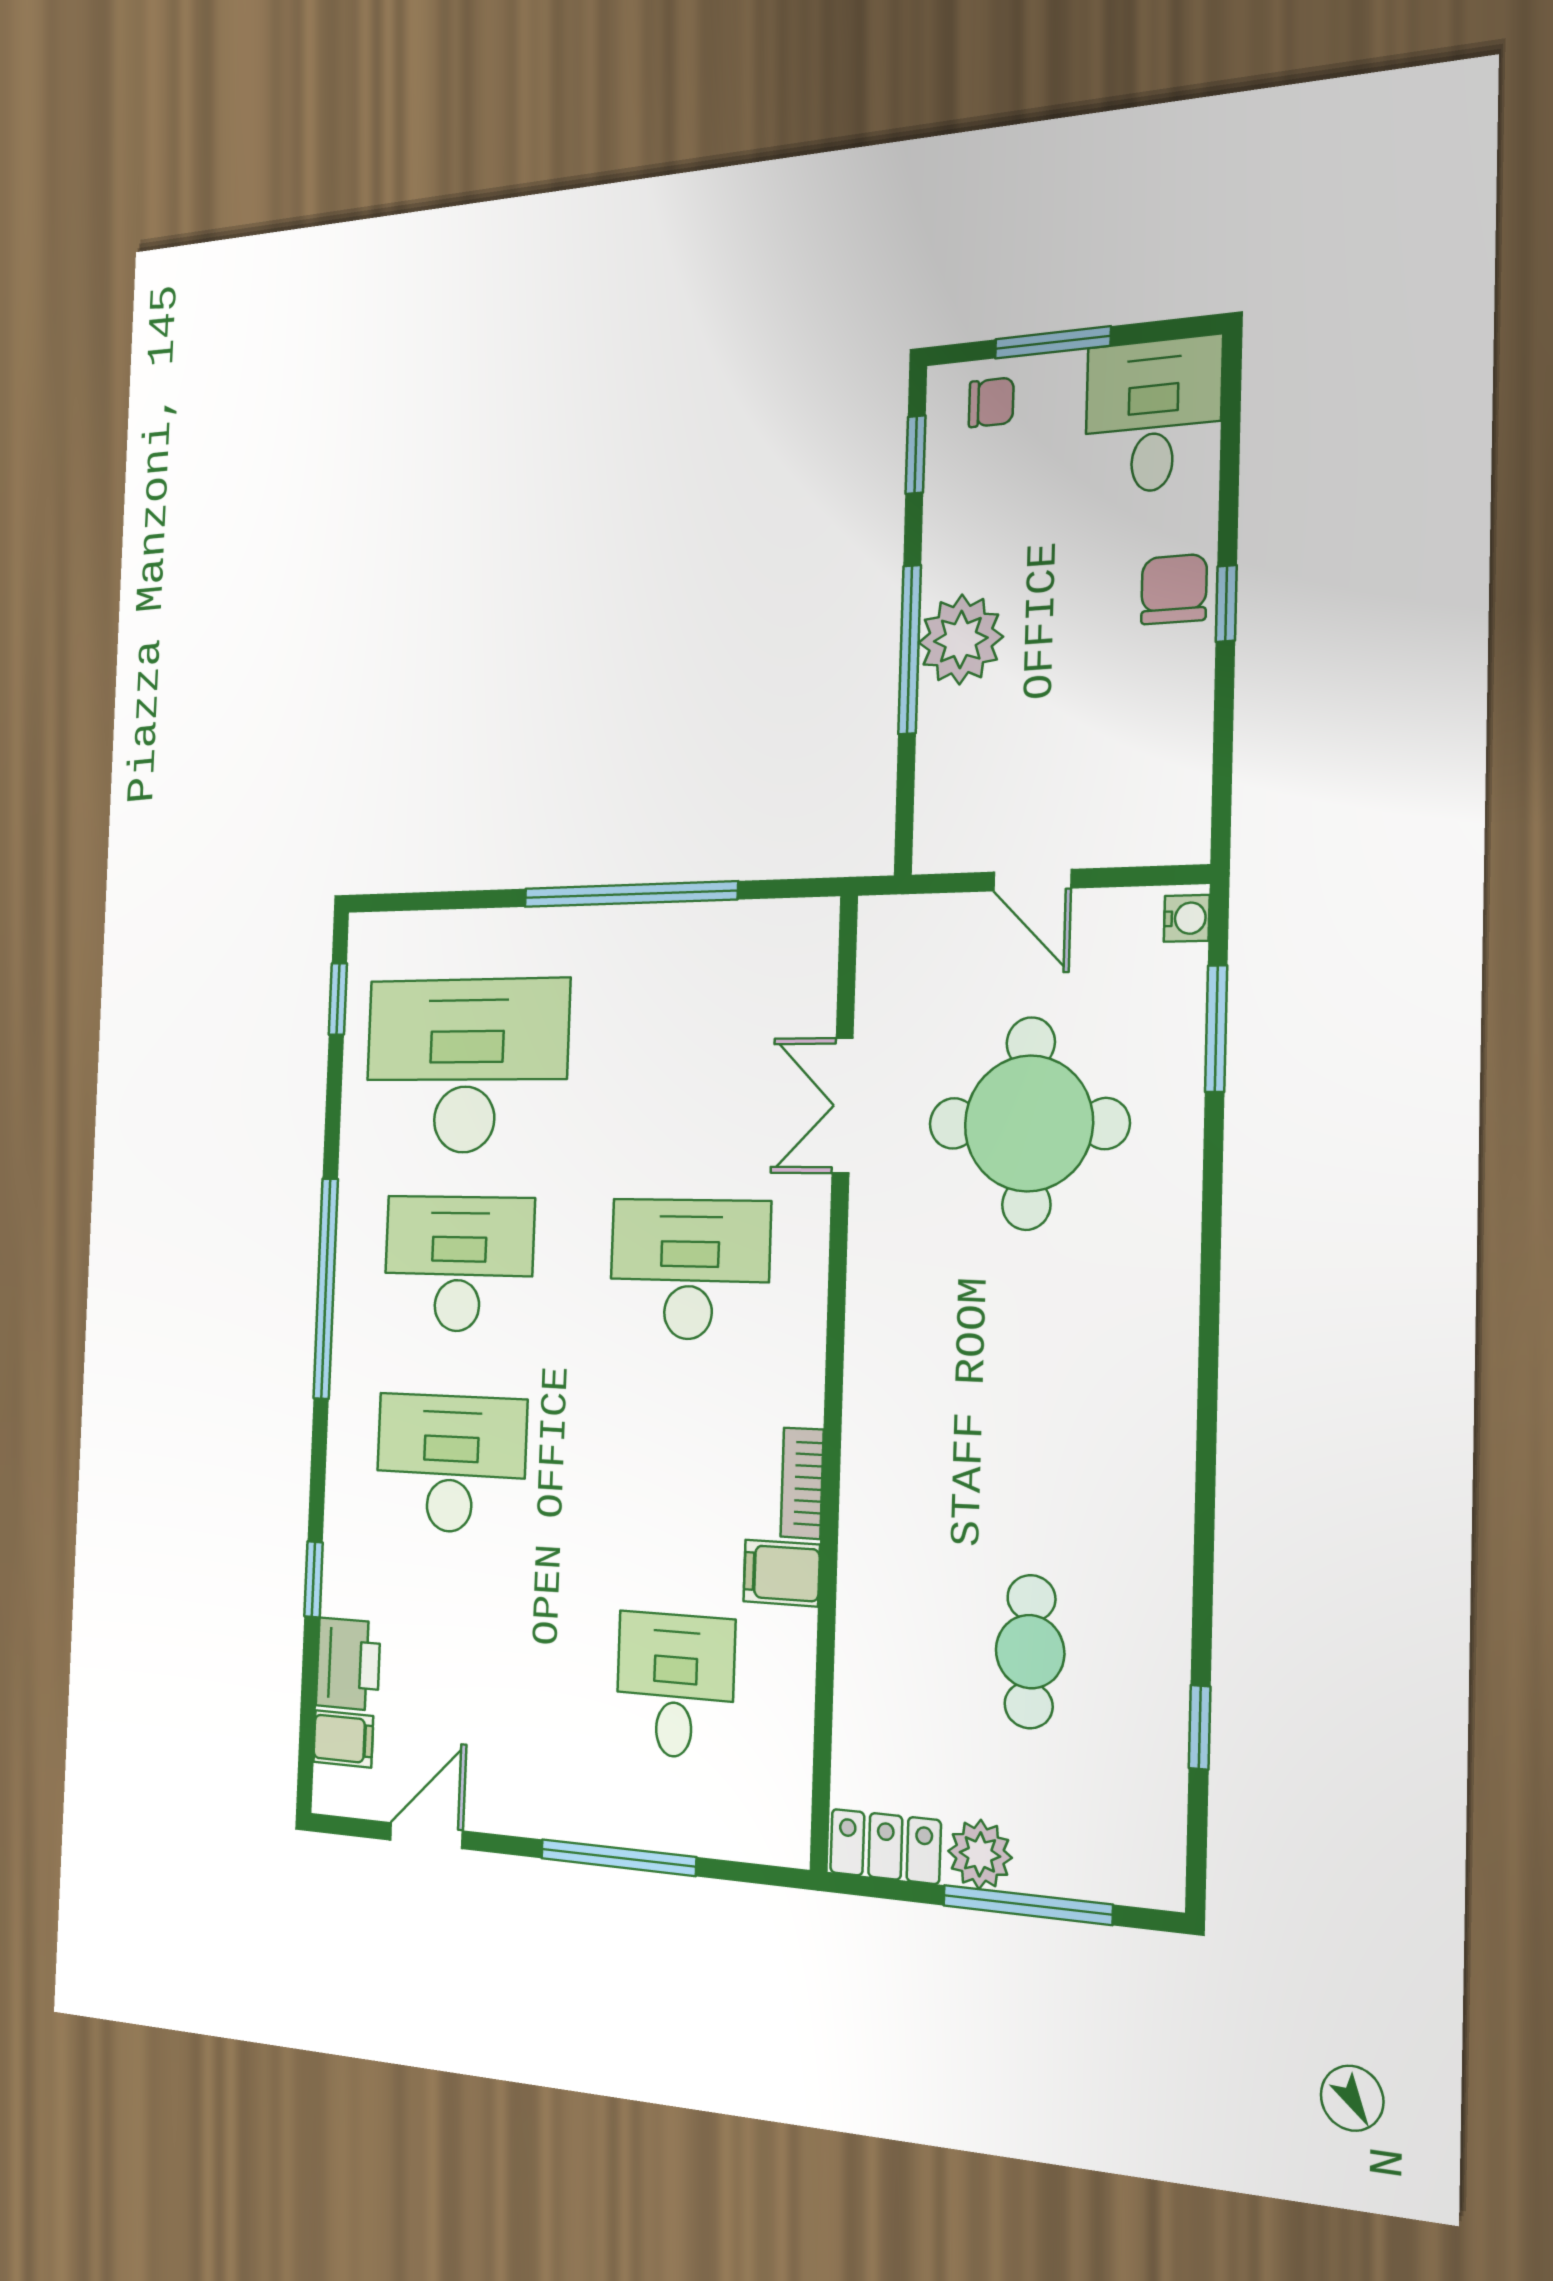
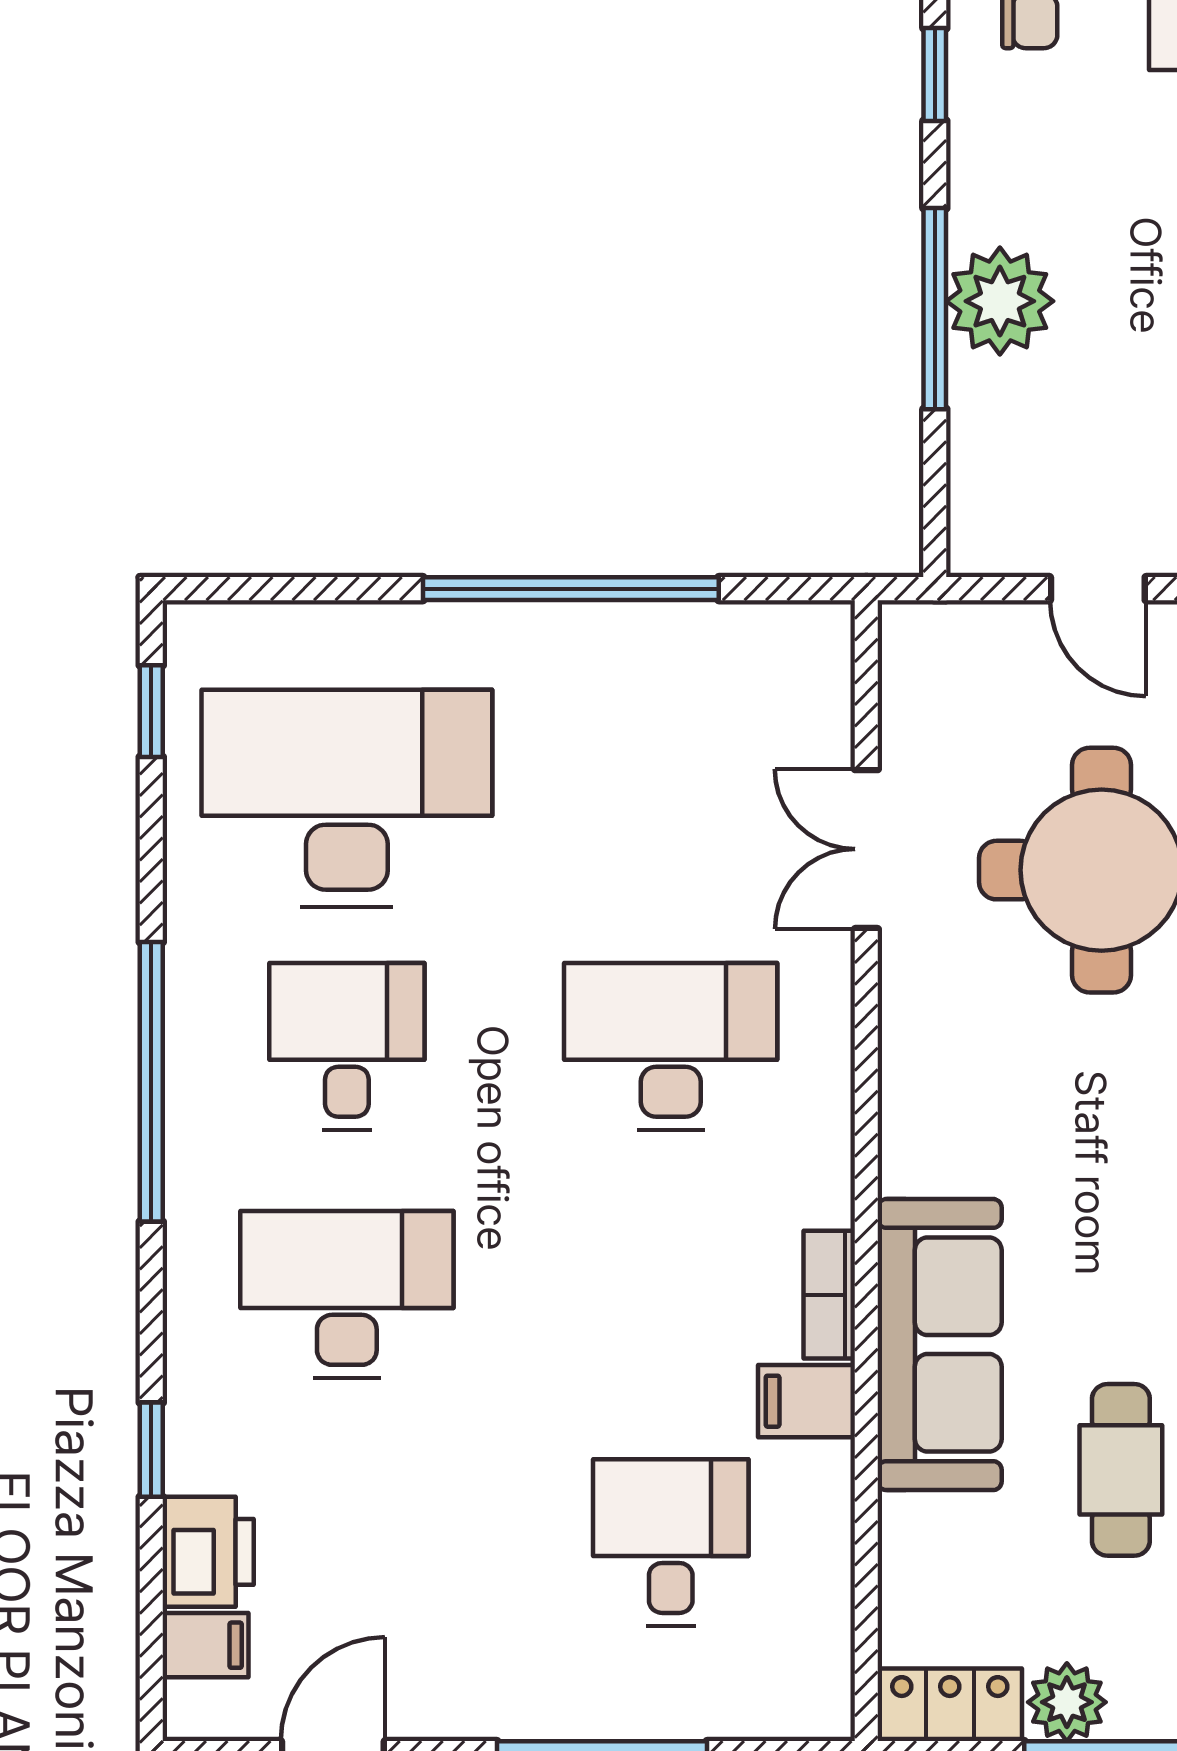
desk: (458, 1264) -> (347, 1047), width x0.73
sofa: (887, 1531) -> (940, 1345), added

